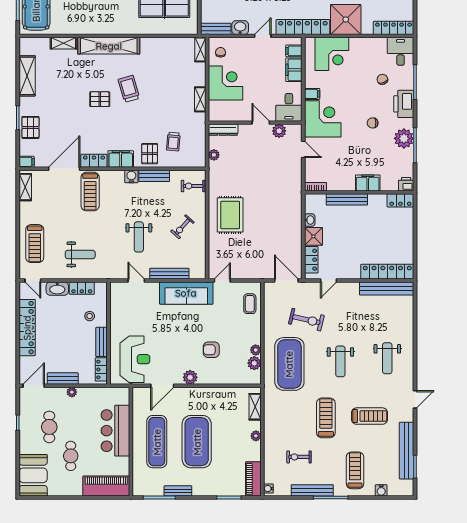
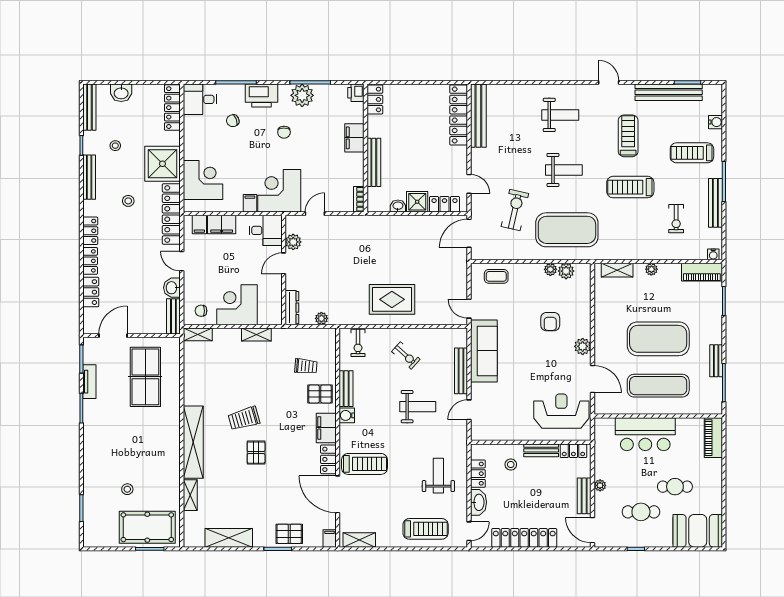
piano: (106, 486) -> (713, 438), width x0.73, depth x0.75

